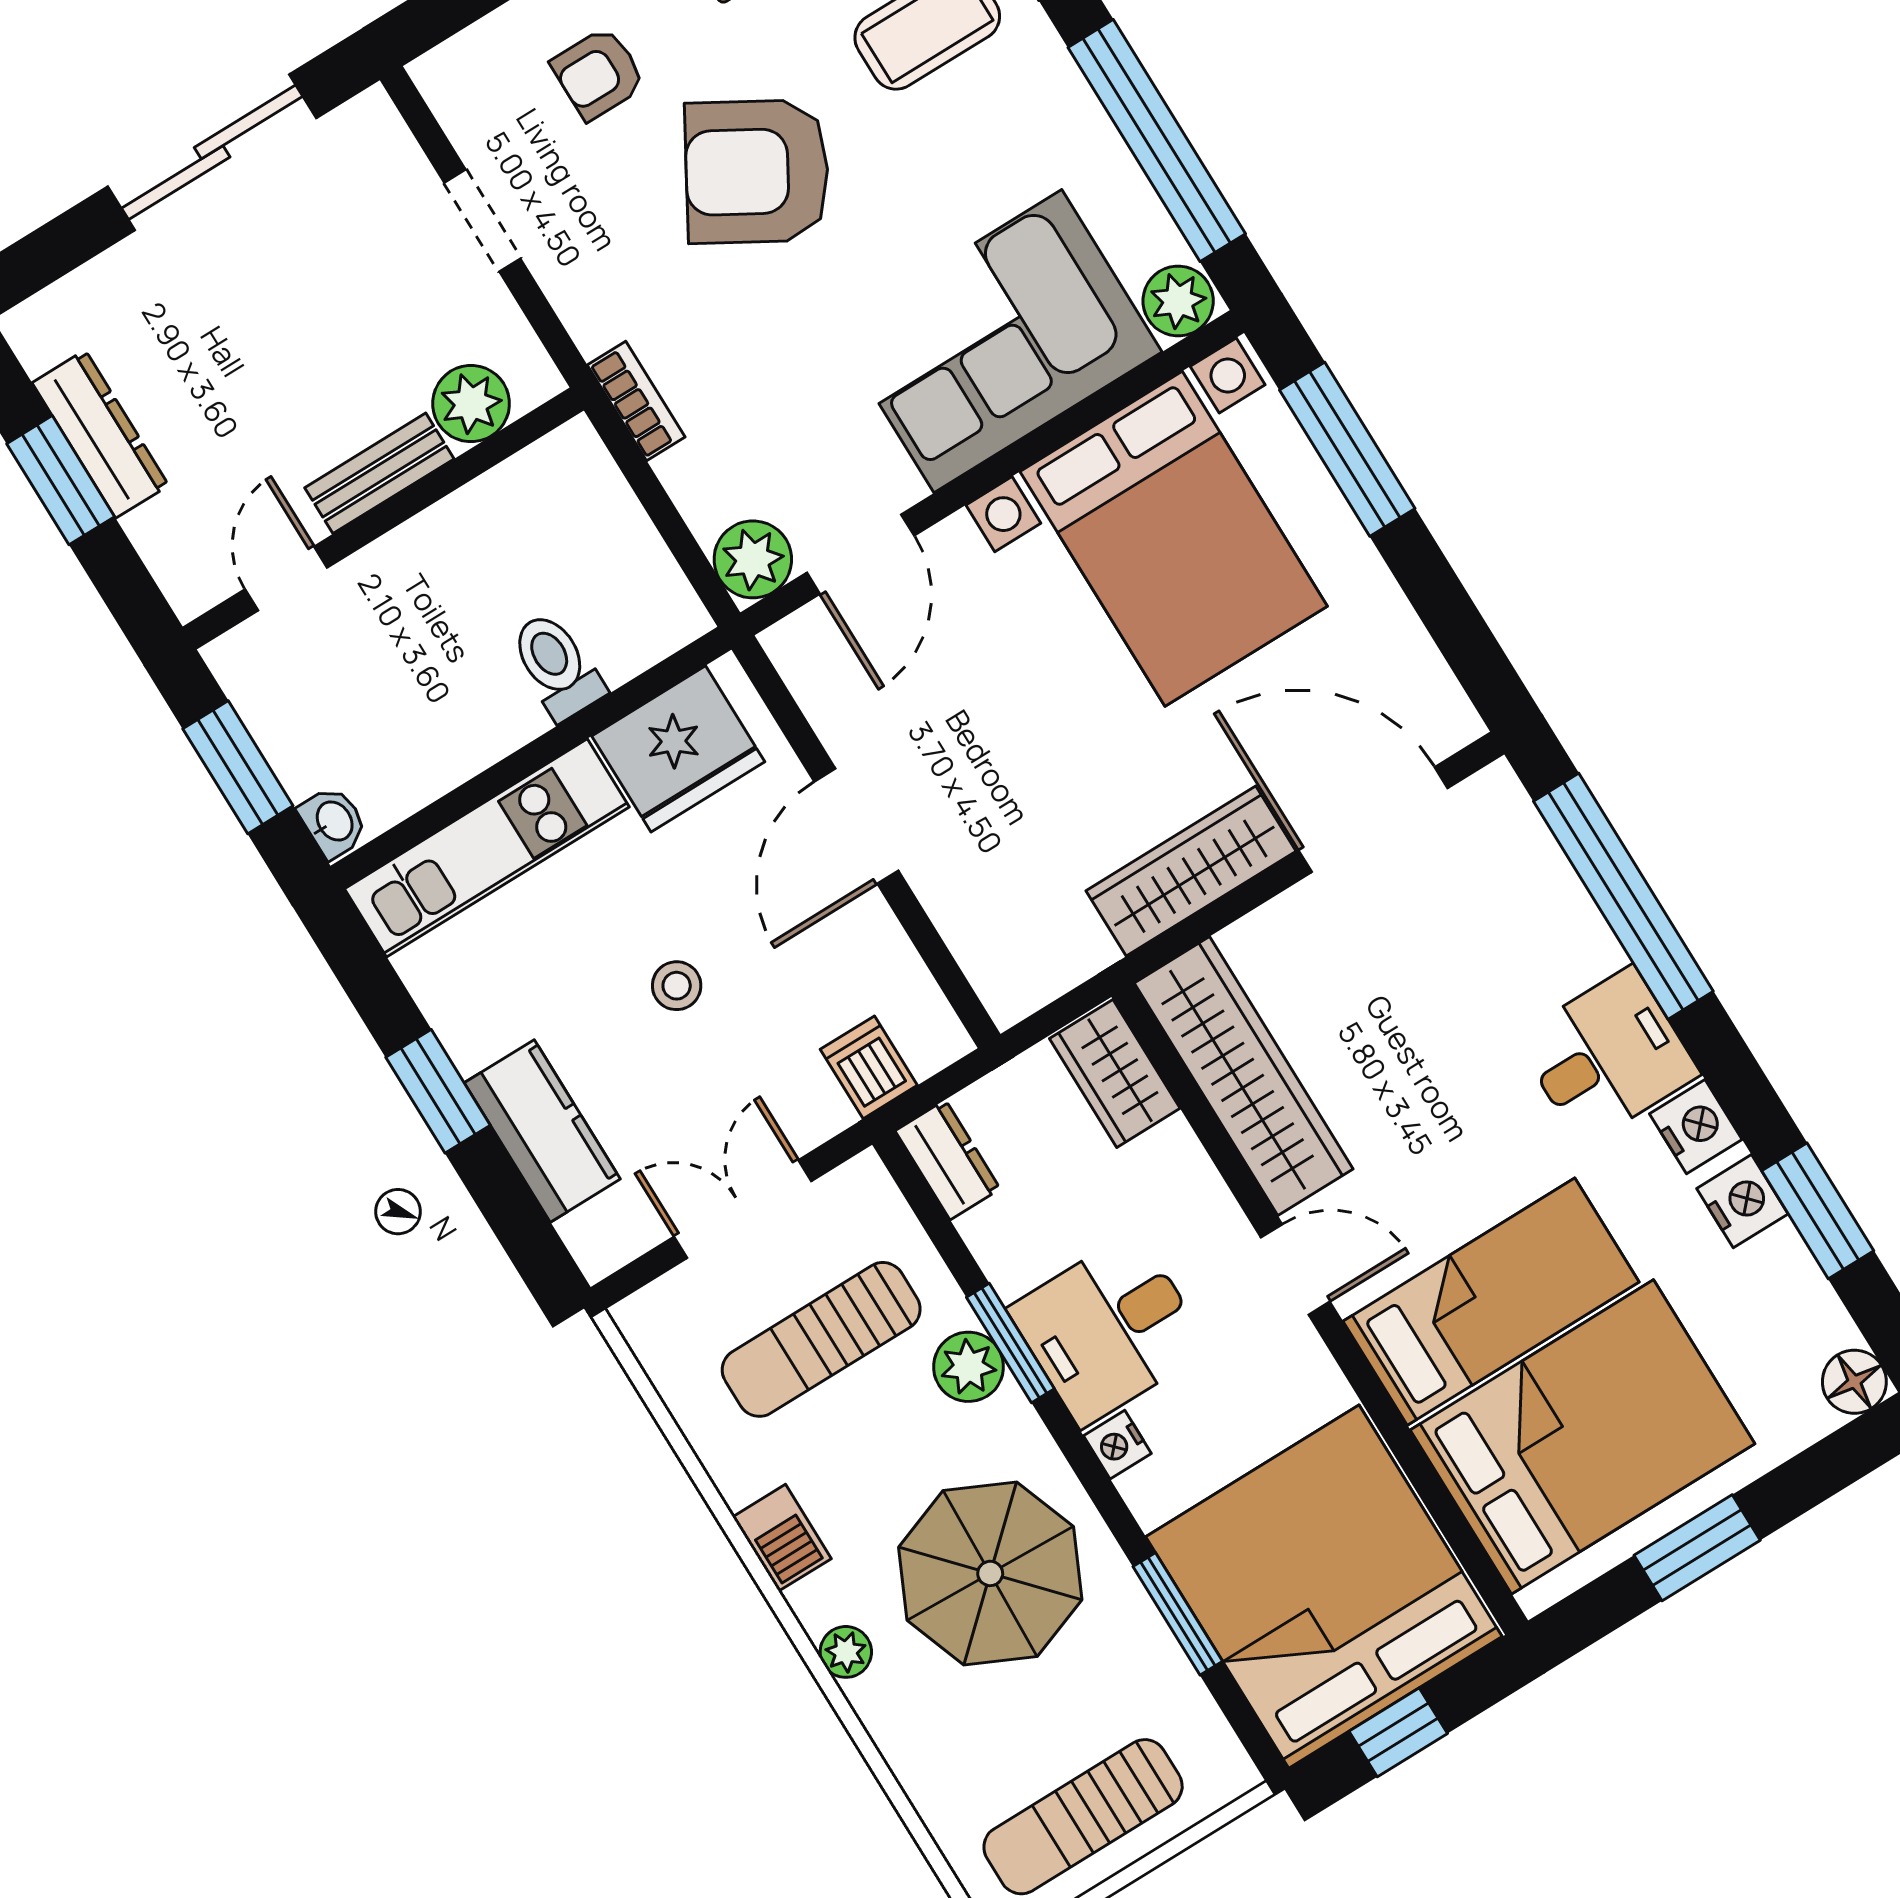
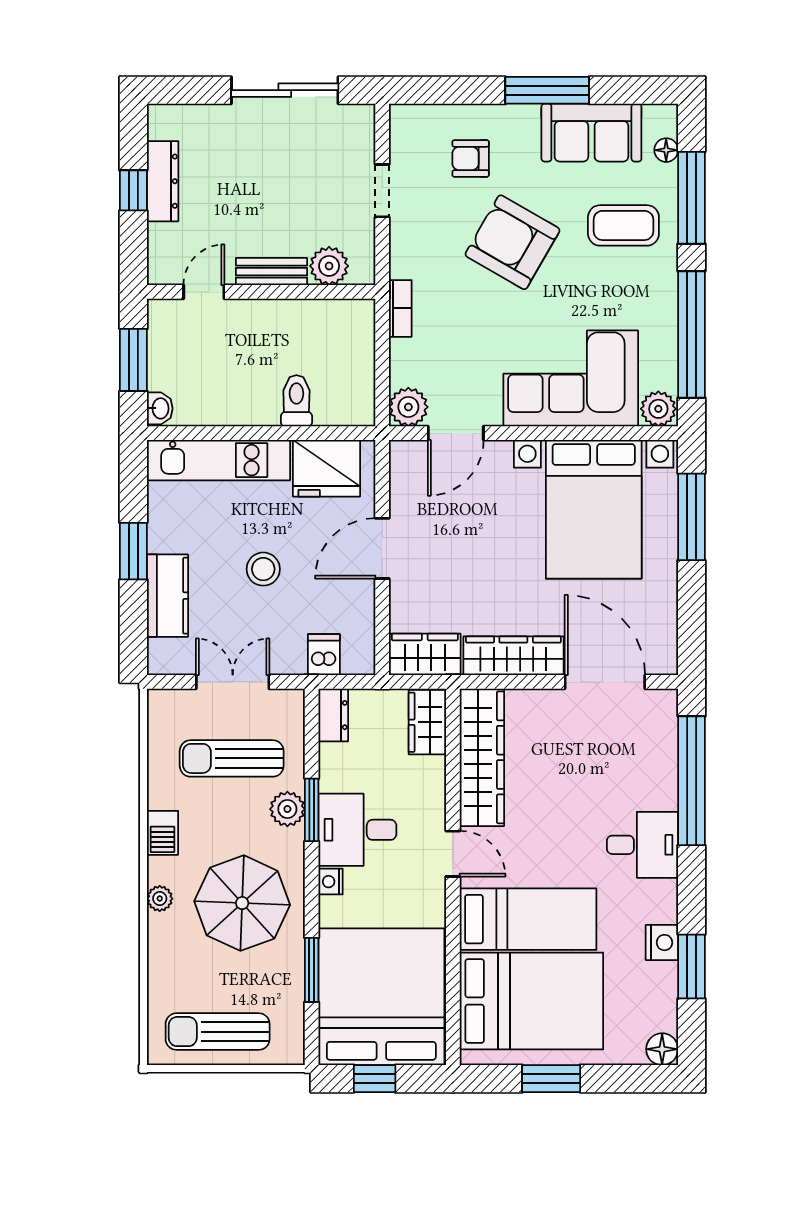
window: (61, 480) -> (133, 190), width x0.67
wardrobe: (1039, 961) -> (425, 654), added
stool: (677, 986) -> (263, 569), width x1.37, depth x1.37
nightstand: (1696, 1127) -> (662, 898), removed

